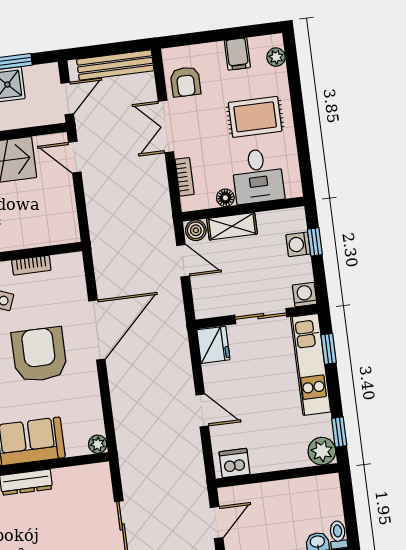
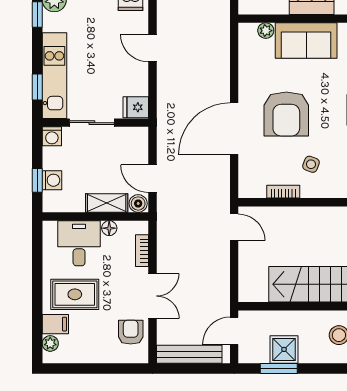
filing cabinet: (237, 54) -> (55, 324), moved, turned 90
door: (75, 157) -> (234, 227), moved
fridge: (213, 345) -> (136, 107), width x0.72
plant: (98, 444) -> (266, 31), moved

